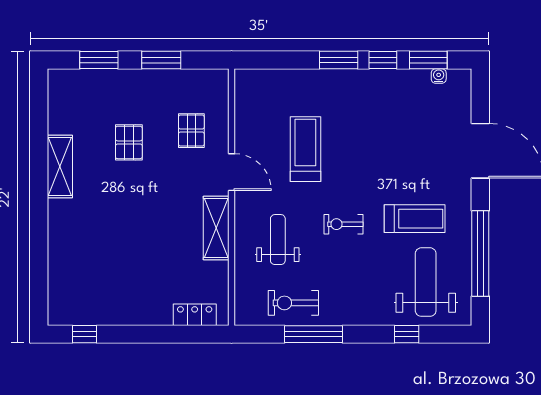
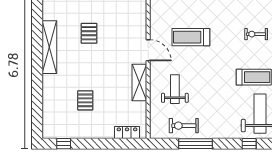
pallet: (191, 131) -> (85, 100), moved
treadmill: (305, 149) -> (191, 37), turned -90
shelving: (60, 166) -> (49, 47), width x1.47
exercise bike: (343, 224) -> (256, 34), moved

